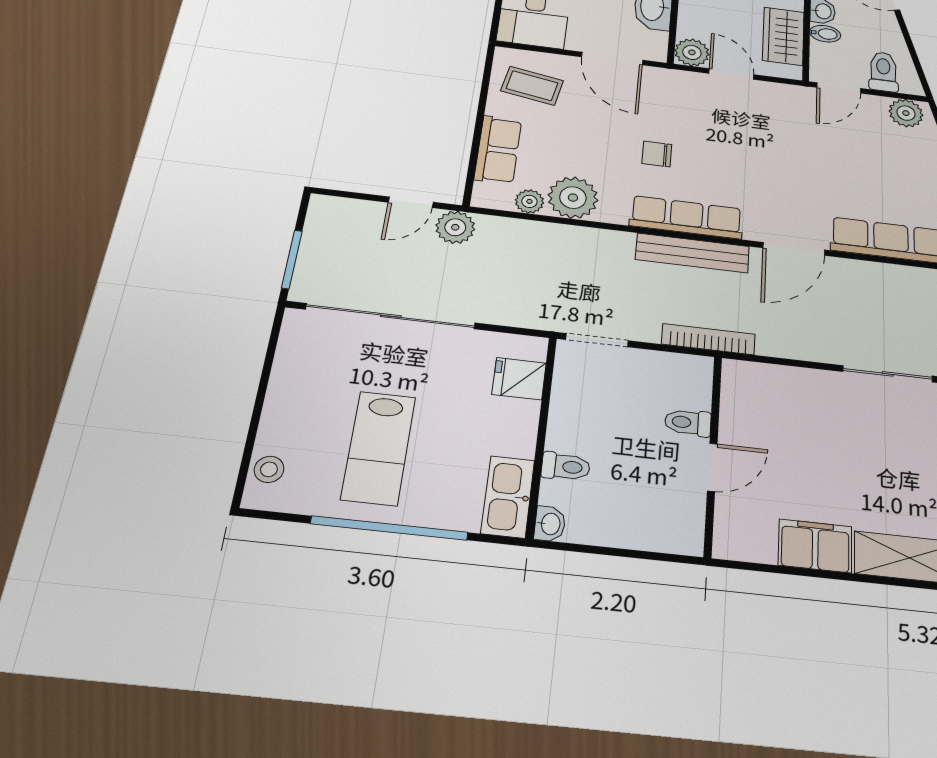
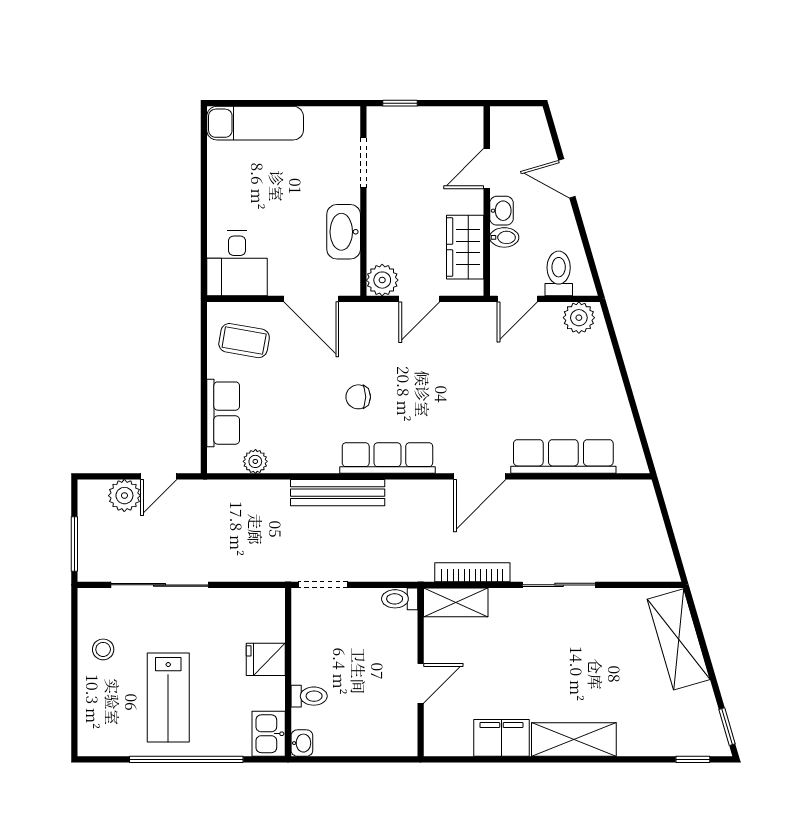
door: (731, 74) -> (419, 299), swing flipped
plant: (573, 198) -> (291, 452), removed
plant: (455, 227) -> (124, 496), moved
bench: (692, 253) -> (338, 493), moved
sliding door: (391, 316) -> (159, 585), width x0.73
bookcase: (708, 339) -> (472, 572), moved
fridge: (519, 379) -> (266, 659), moved
shelving: (761, 379) -> (456, 602), added
toilet: (688, 423) -> (400, 599), moved
stool: (269, 469) -> (103, 649), moved
kitchen sink: (508, 497) -> (269, 734), width x0.73

